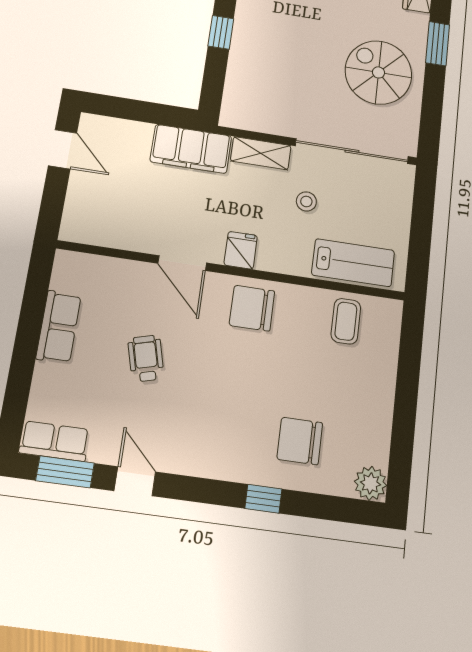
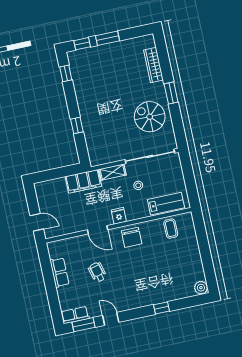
door: (63, 149) -> (37, 222), moved
chair: (252, 308) -> (132, 237), turned -90
chair: (300, 441) -> (168, 282), removed

